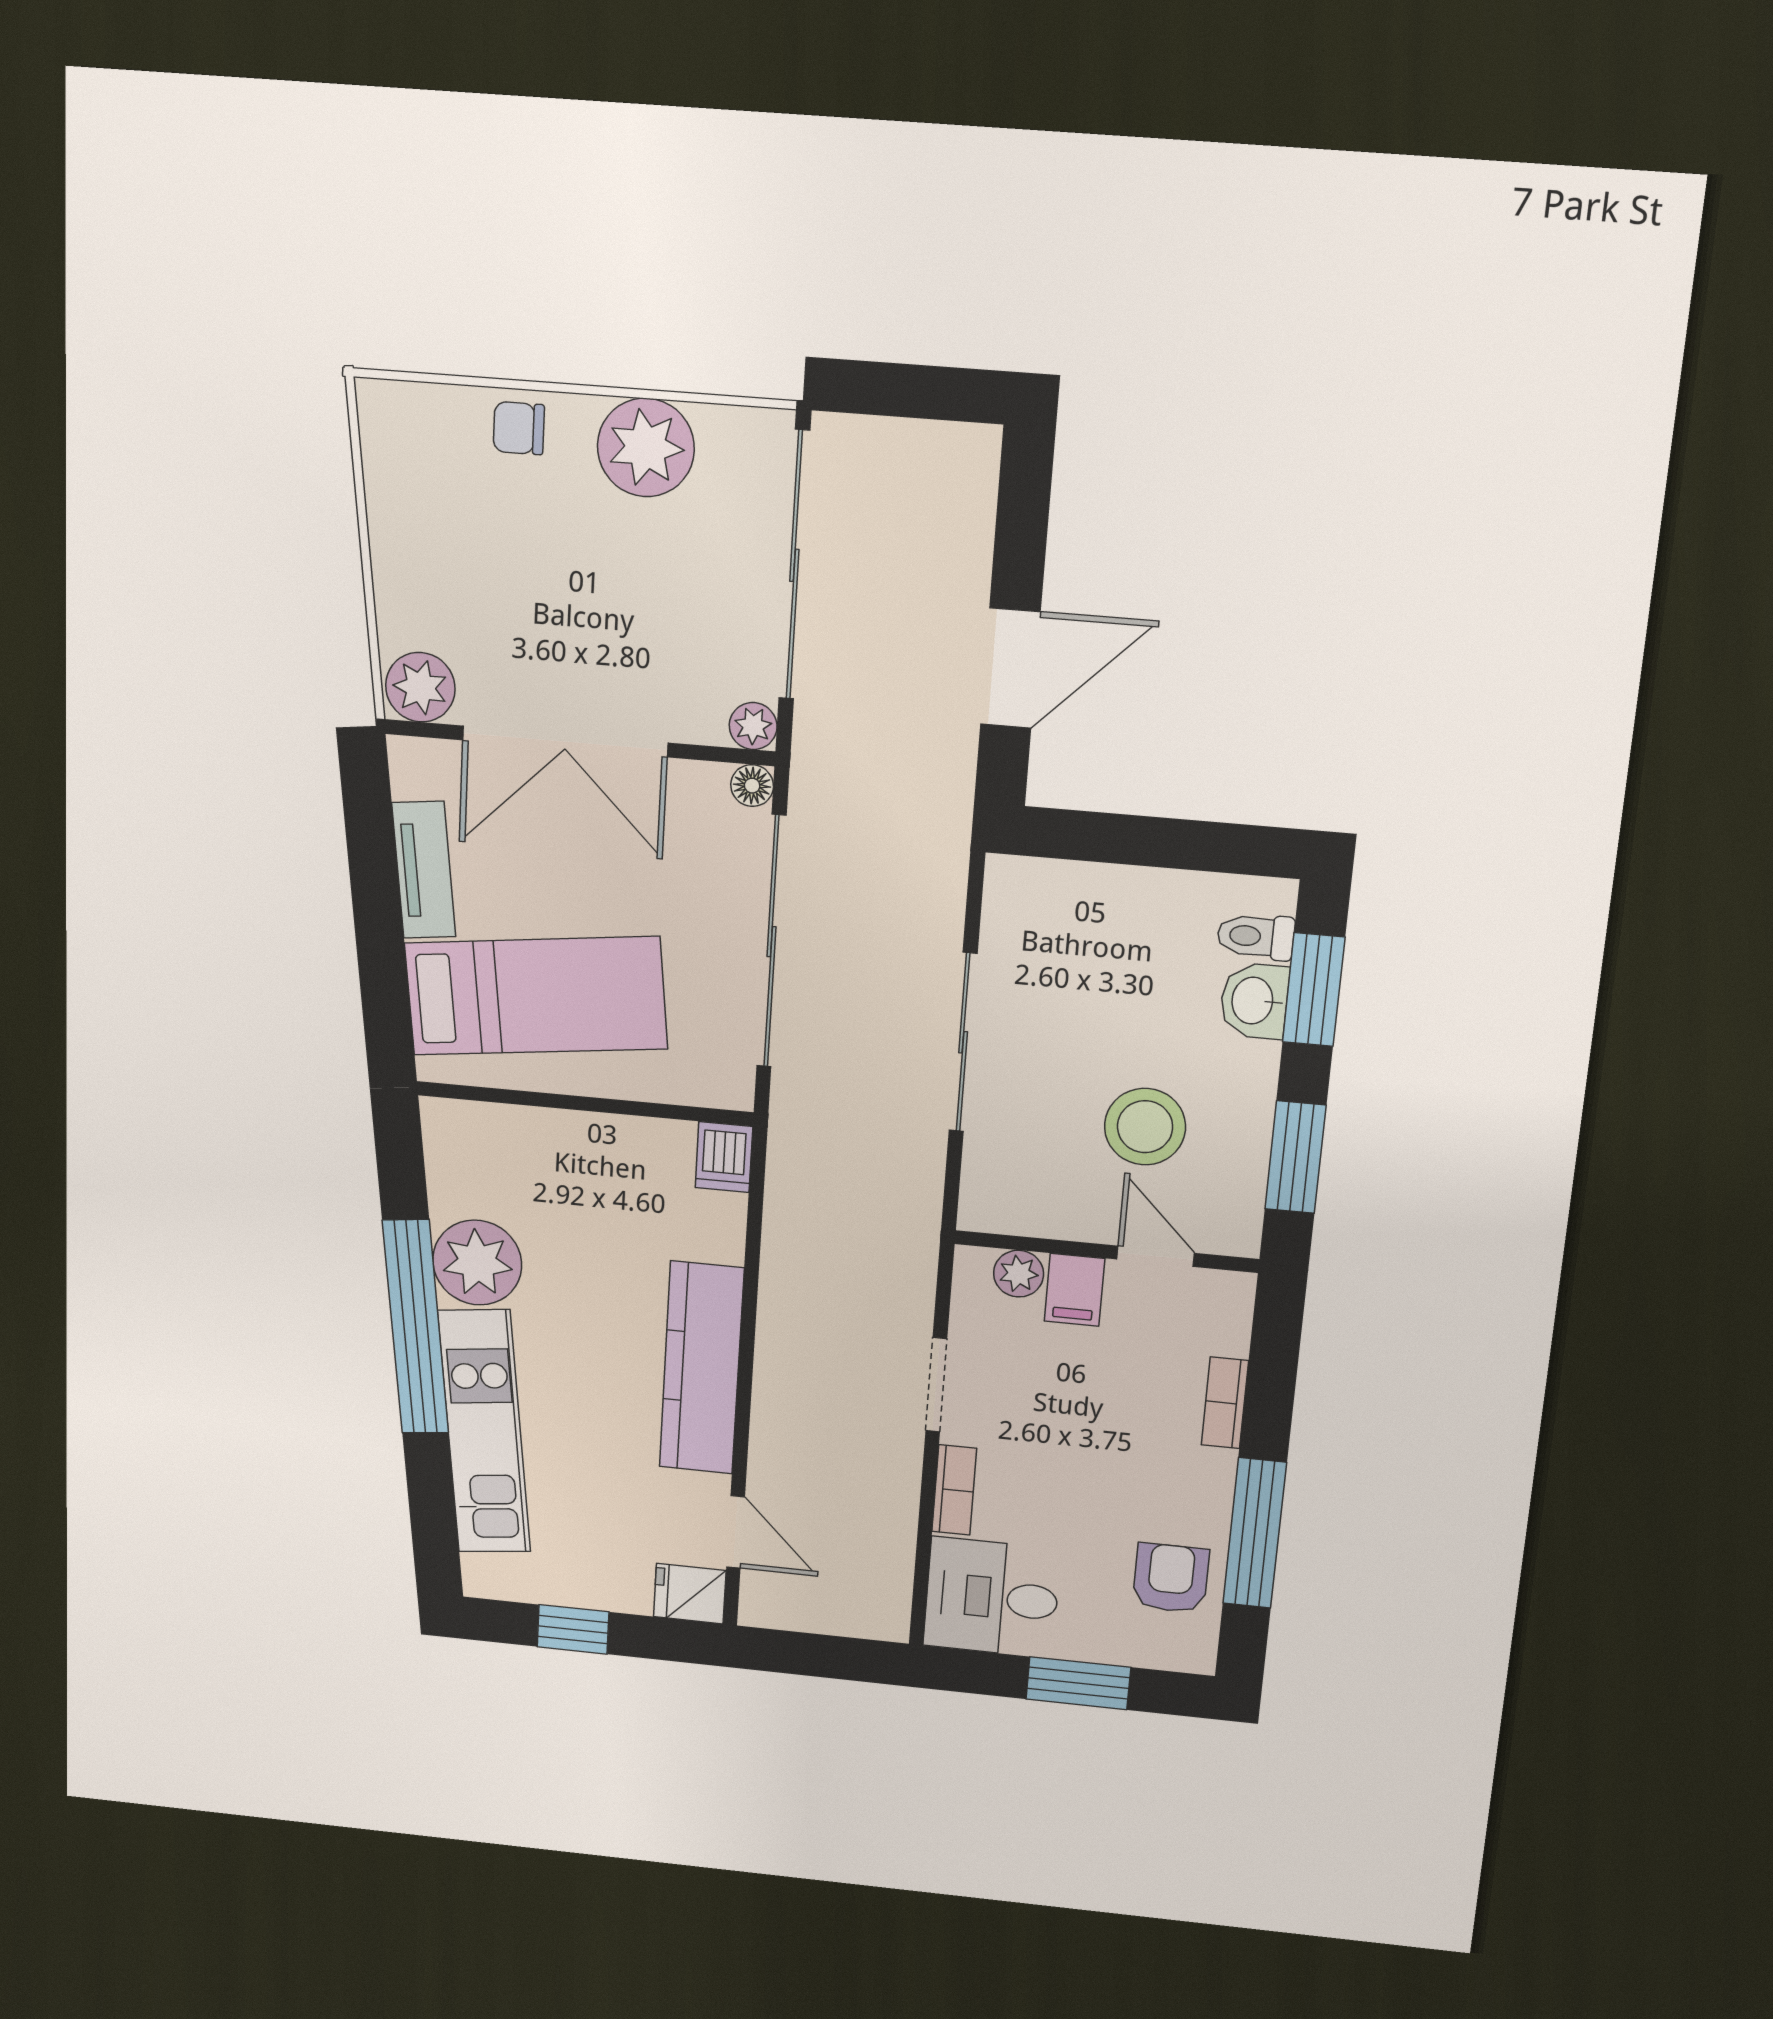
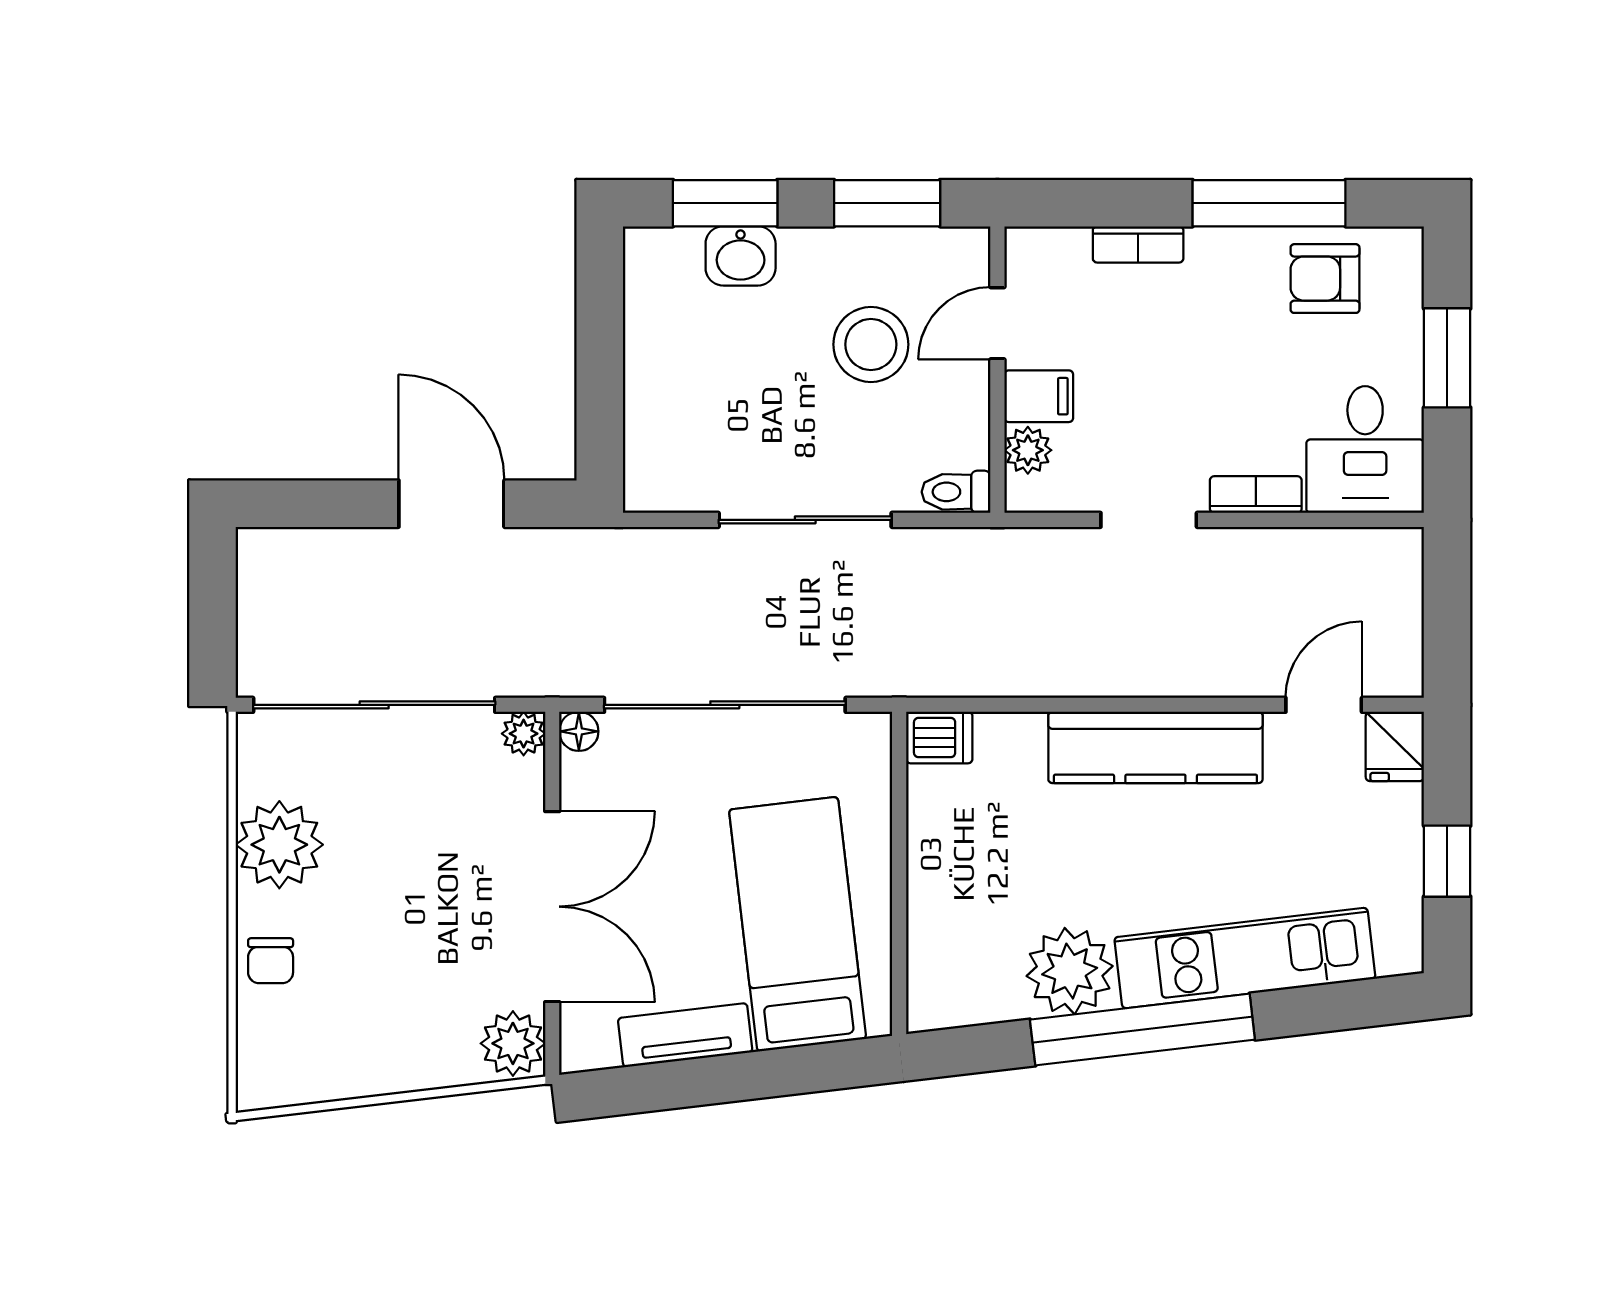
toilet: (1256, 936) -> (956, 492), moved, turned 90

